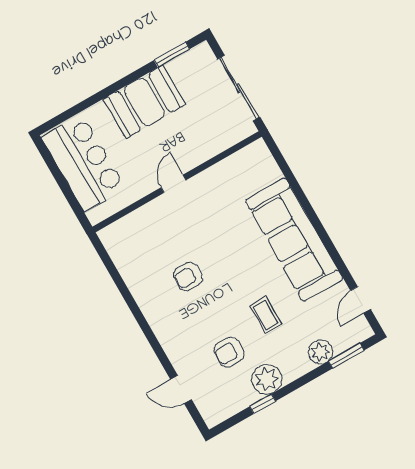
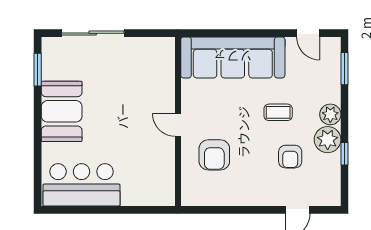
wall: (177, 182) -> (178, 121), moved
door: (174, 184) -> (178, 125), moved
armchair: (188, 277) -> (214, 155), width x1.38, depth x1.38
plant: (321, 352) -> (330, 114), moved

